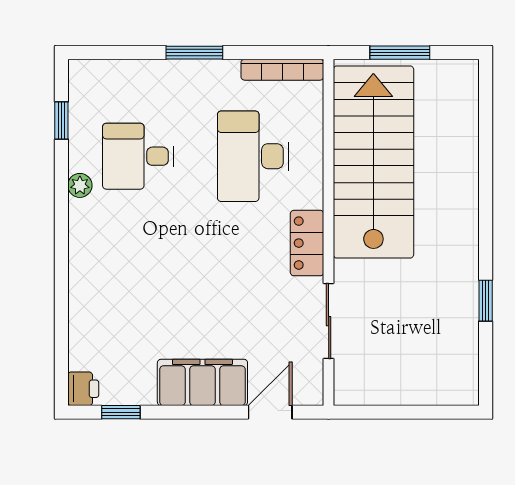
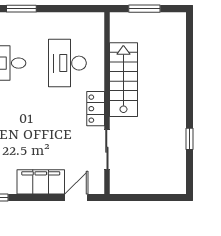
window: (194, 53) -> (21, 9), moved
bookcase: (282, 70) -> (83, 18), removed
stairs: (373, 162) -> (123, 80), width x0.73, depth x0.66

